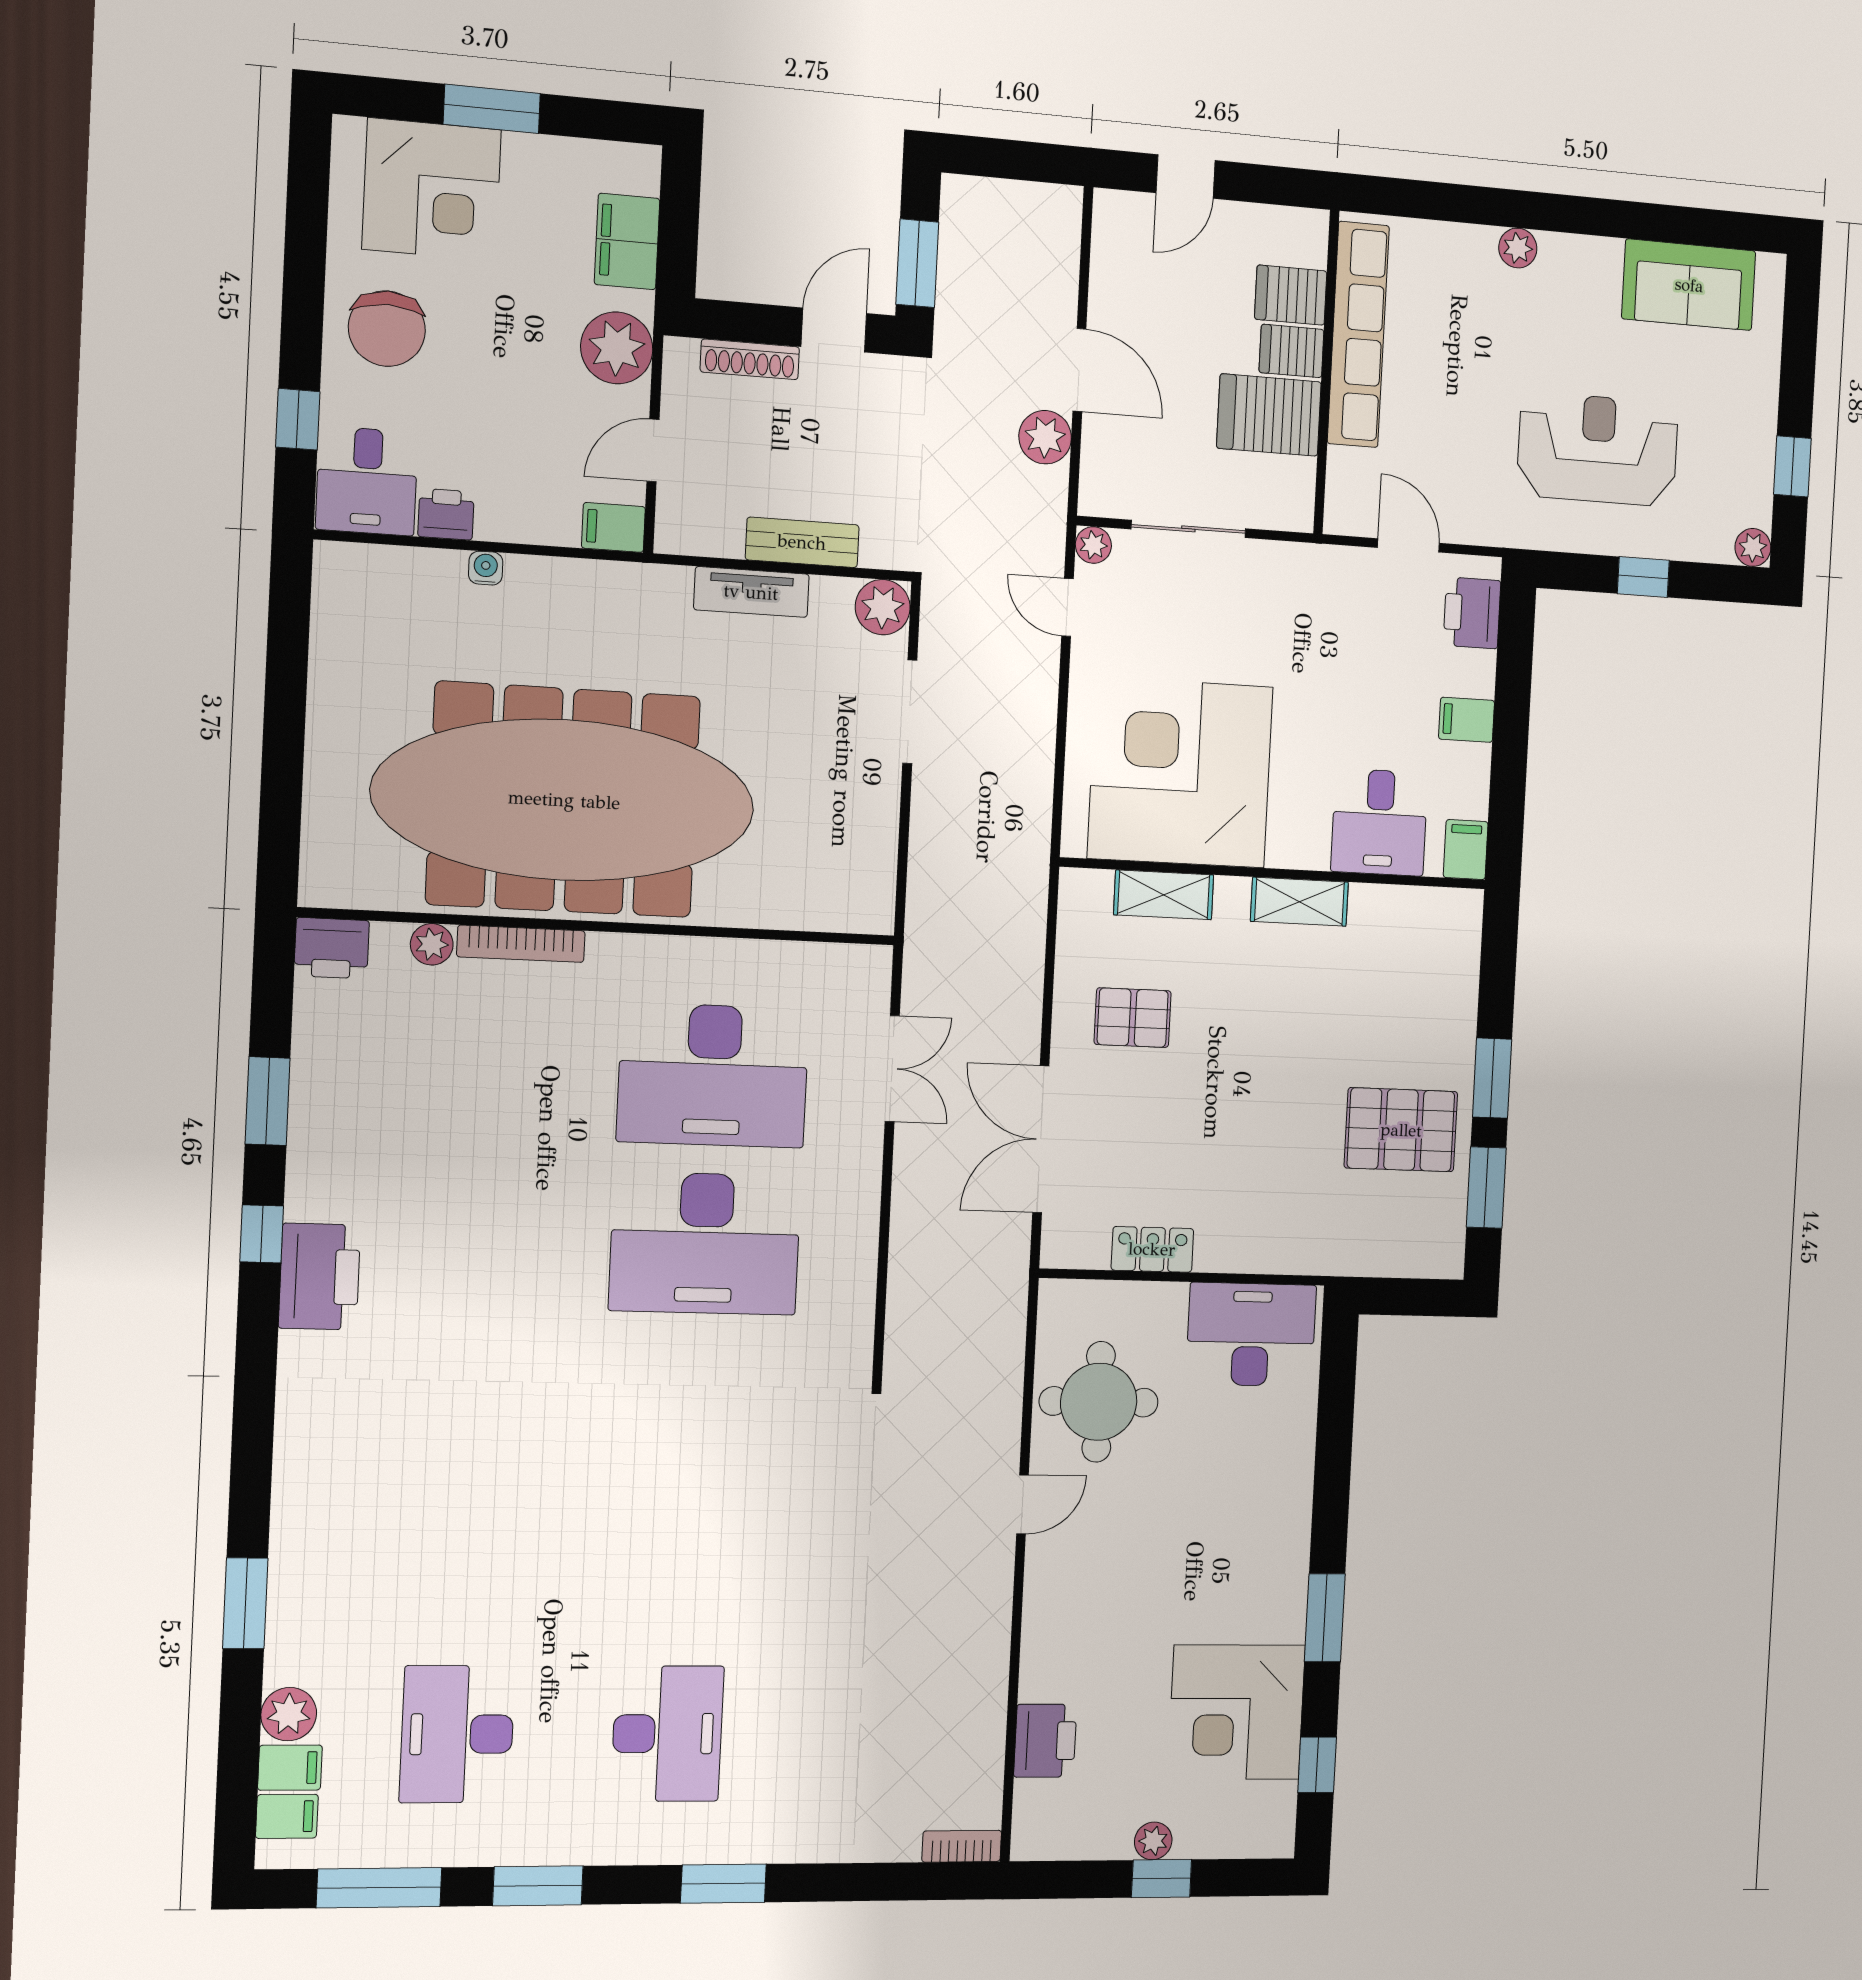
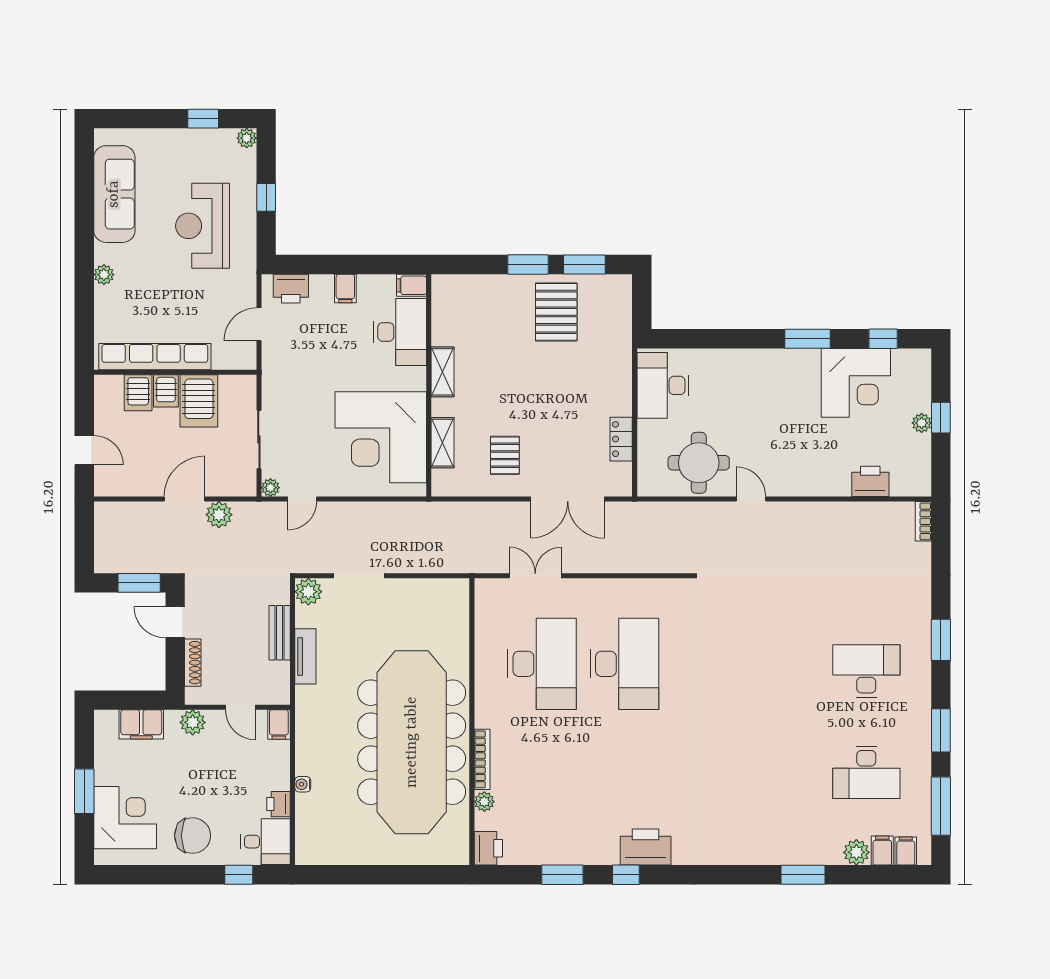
sofa: (1689, 285) -> (114, 194), width x1.36
plant: (617, 348) -> (193, 722), width x0.73, depth x0.73
desk: (1379, 822) -> (400, 332), width x1.37

